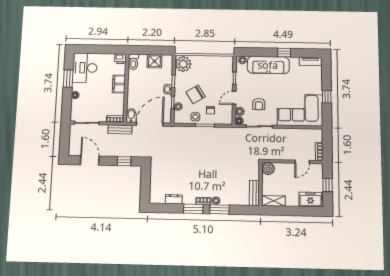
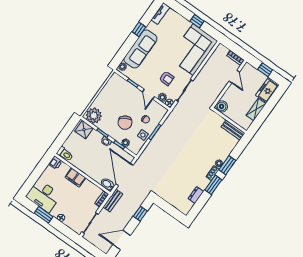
shower: (154, 61) -> (84, 130), moved
shelving: (274, 201) -> (256, 110), moved

